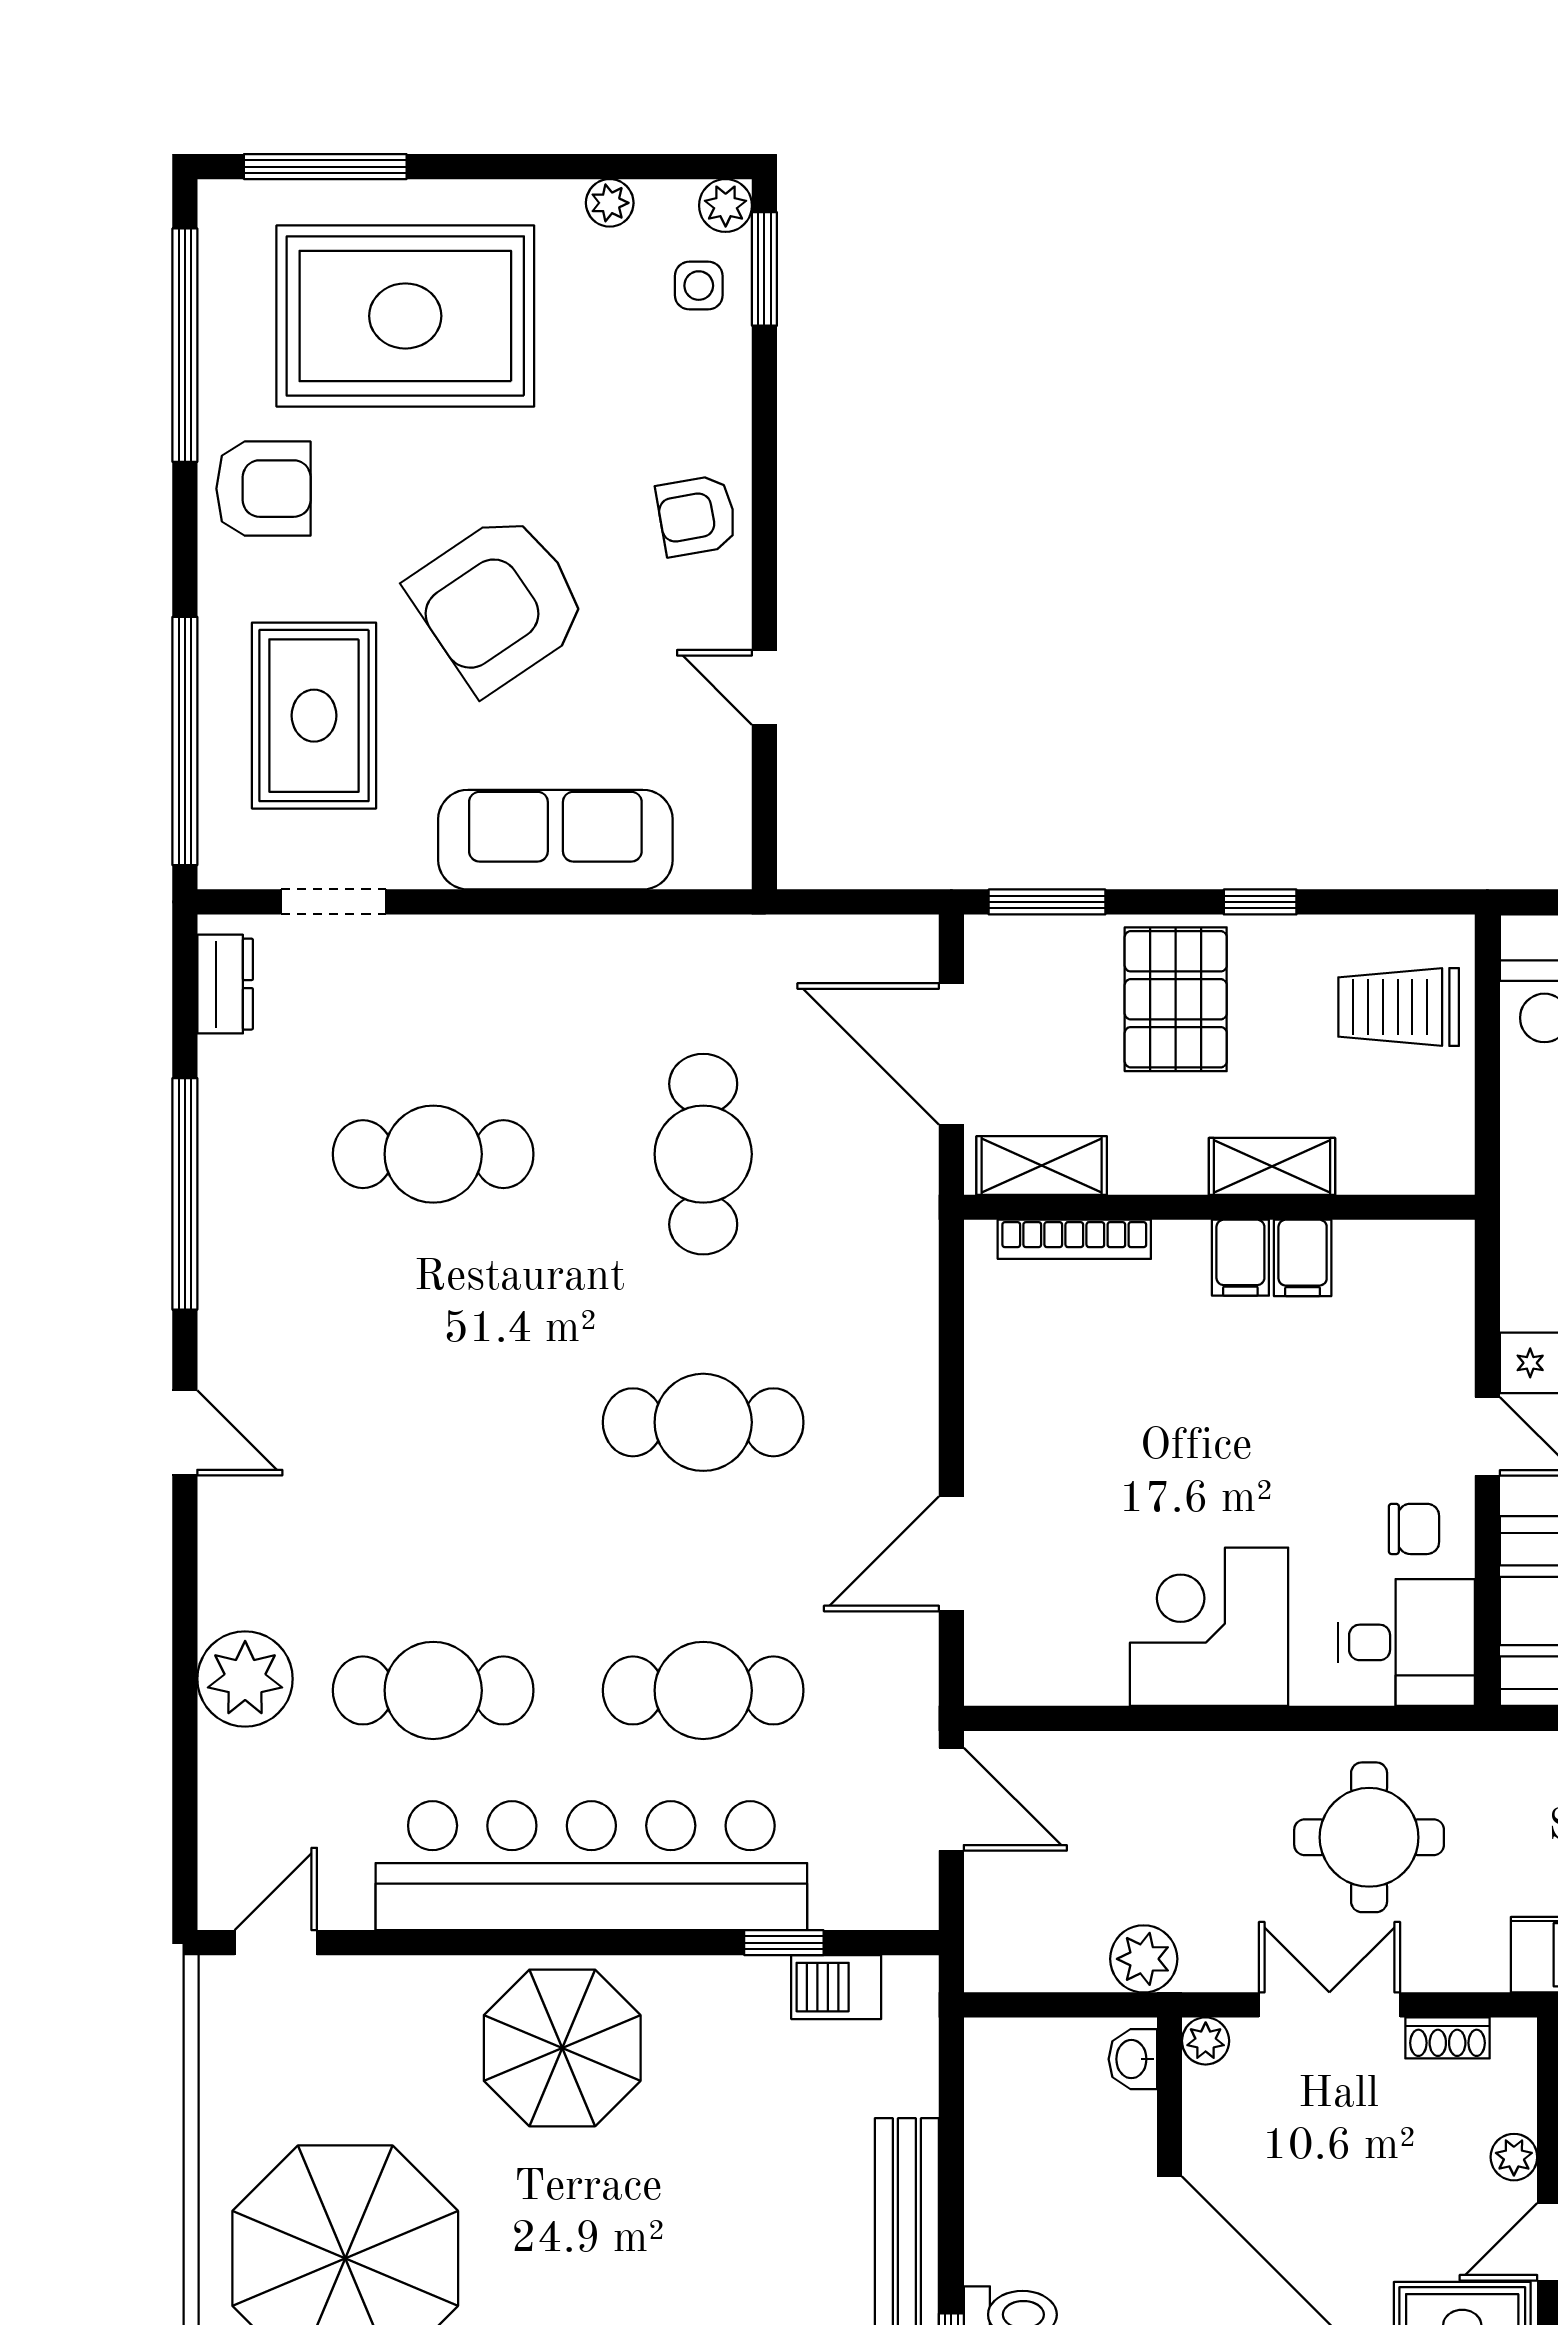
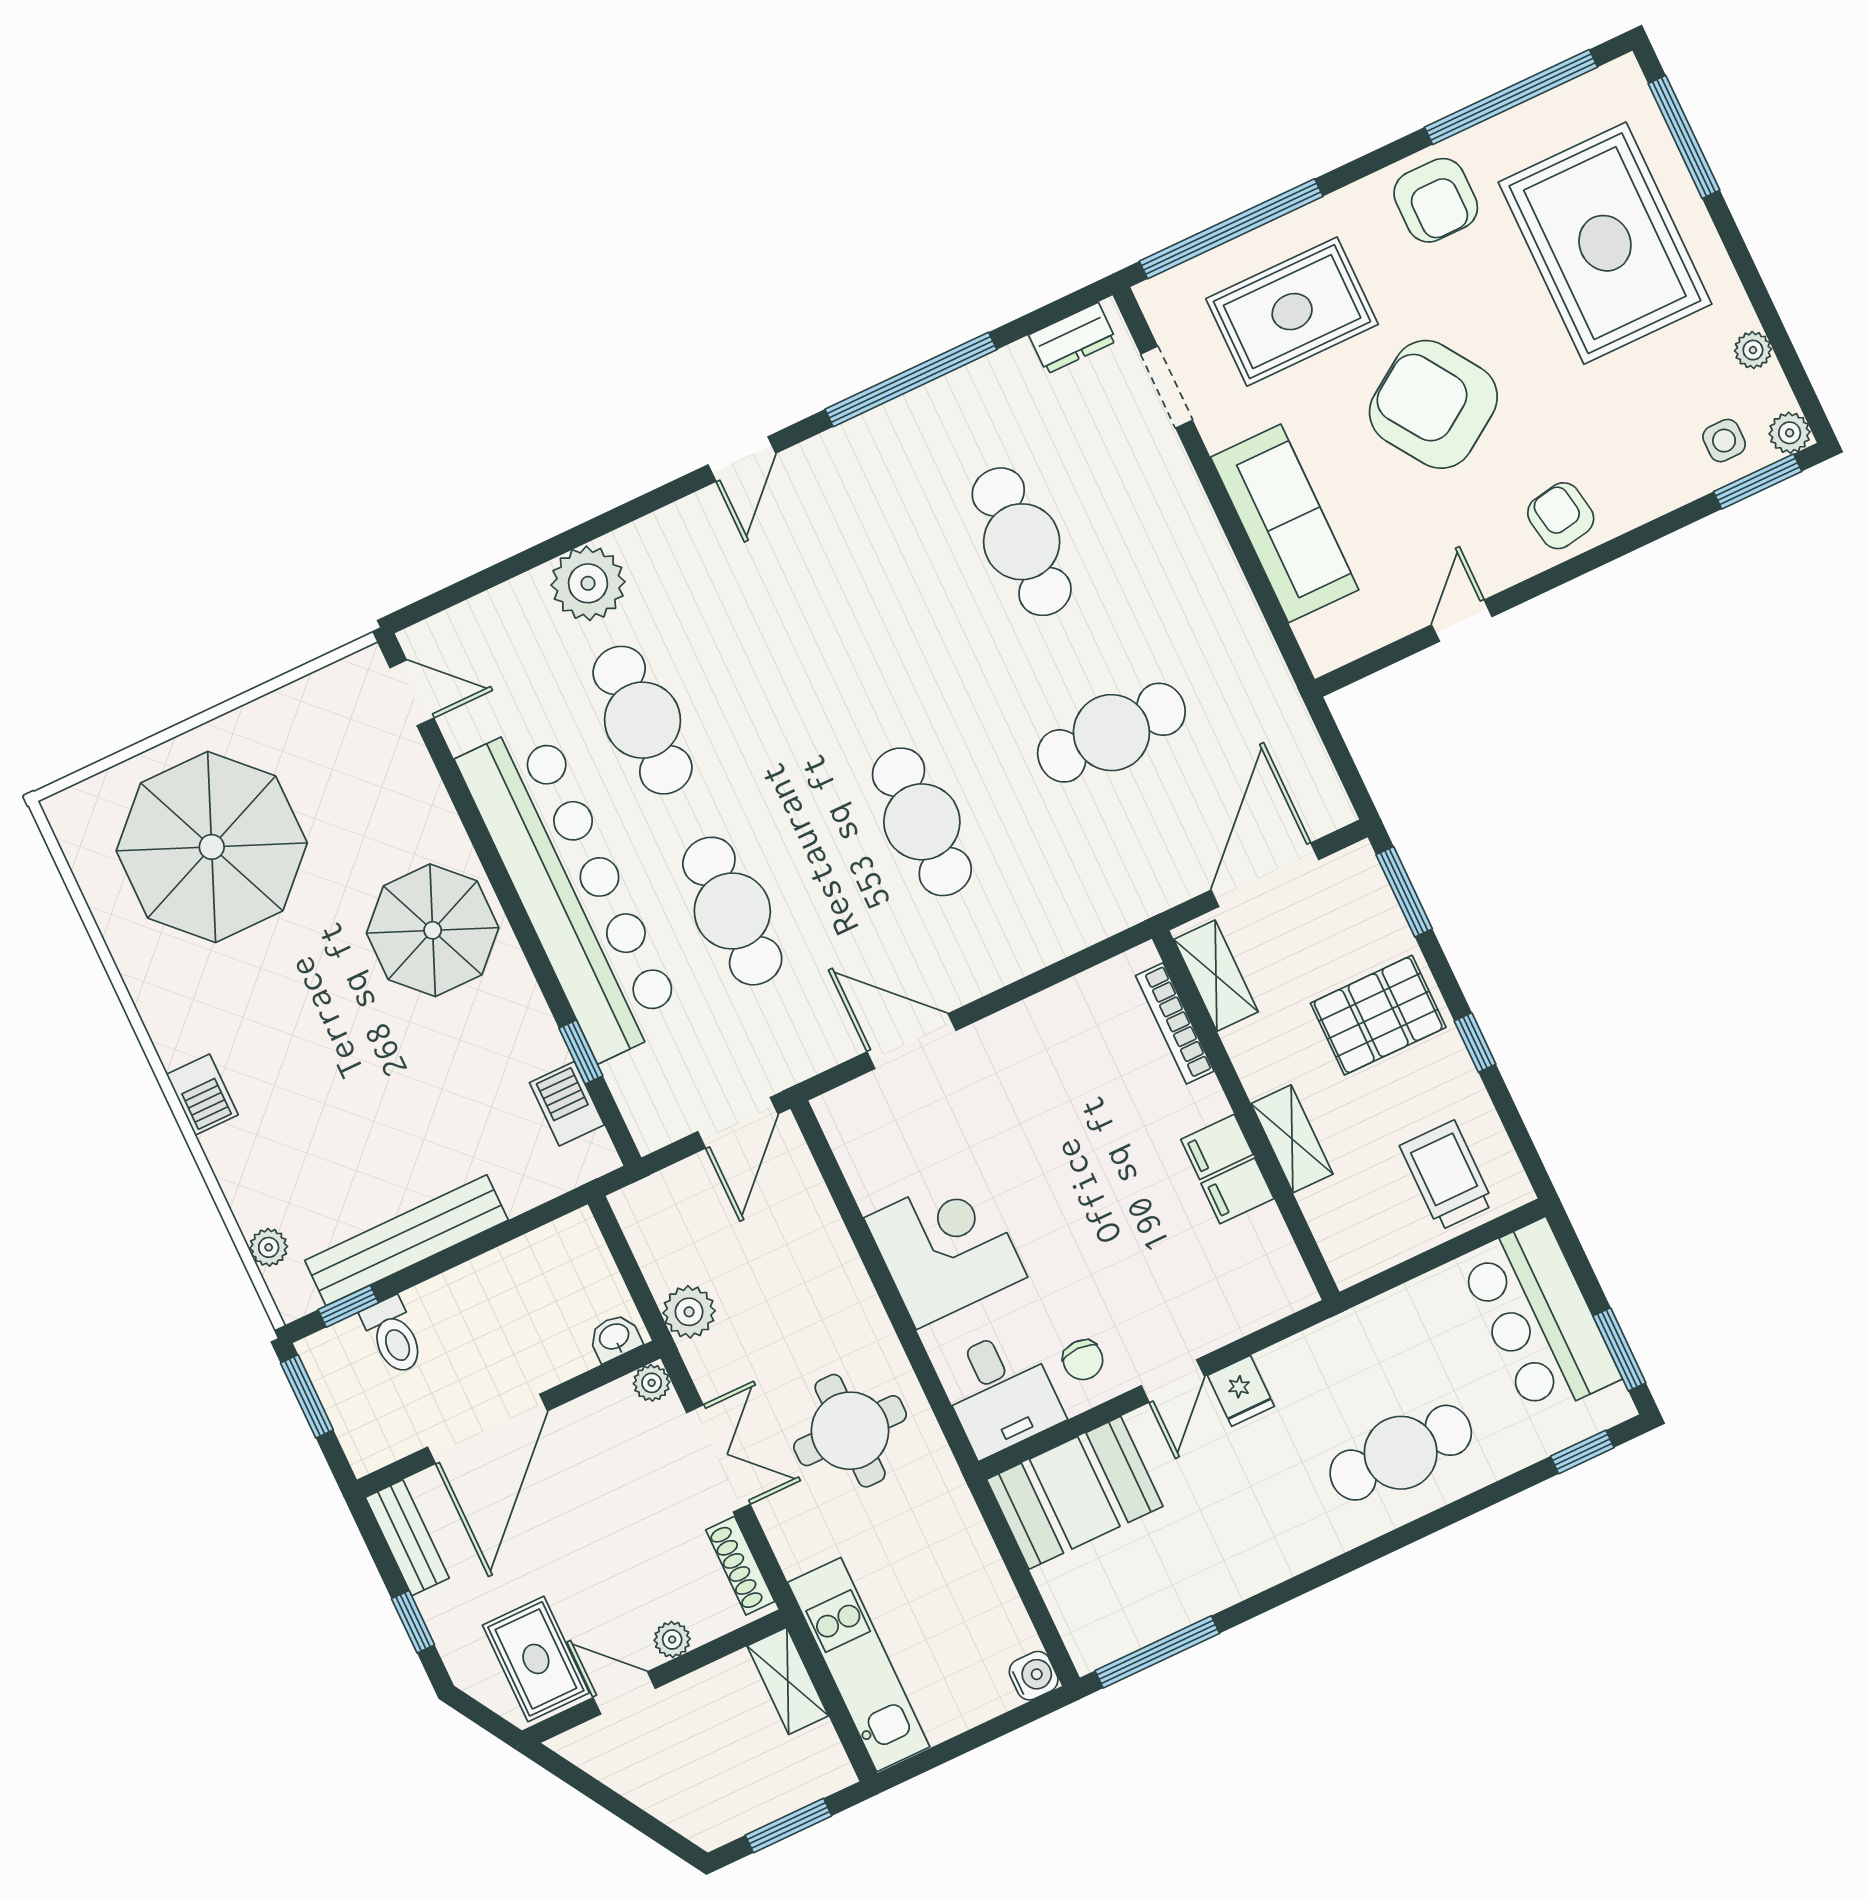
shoe rack: (1448, 2038) -> (740, 1566), width x1.43

